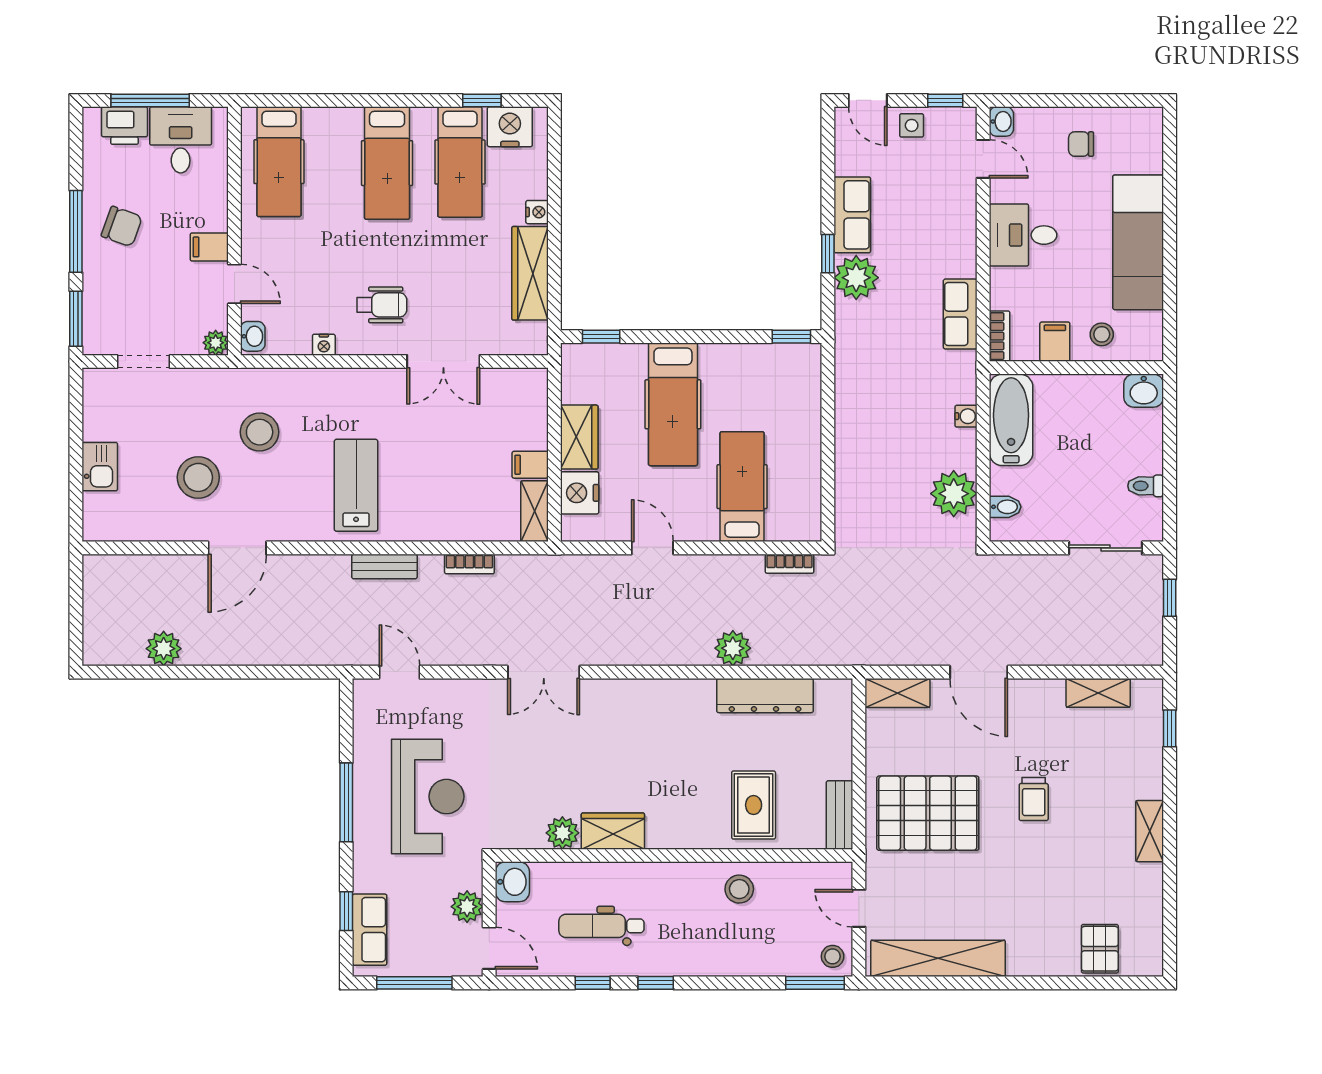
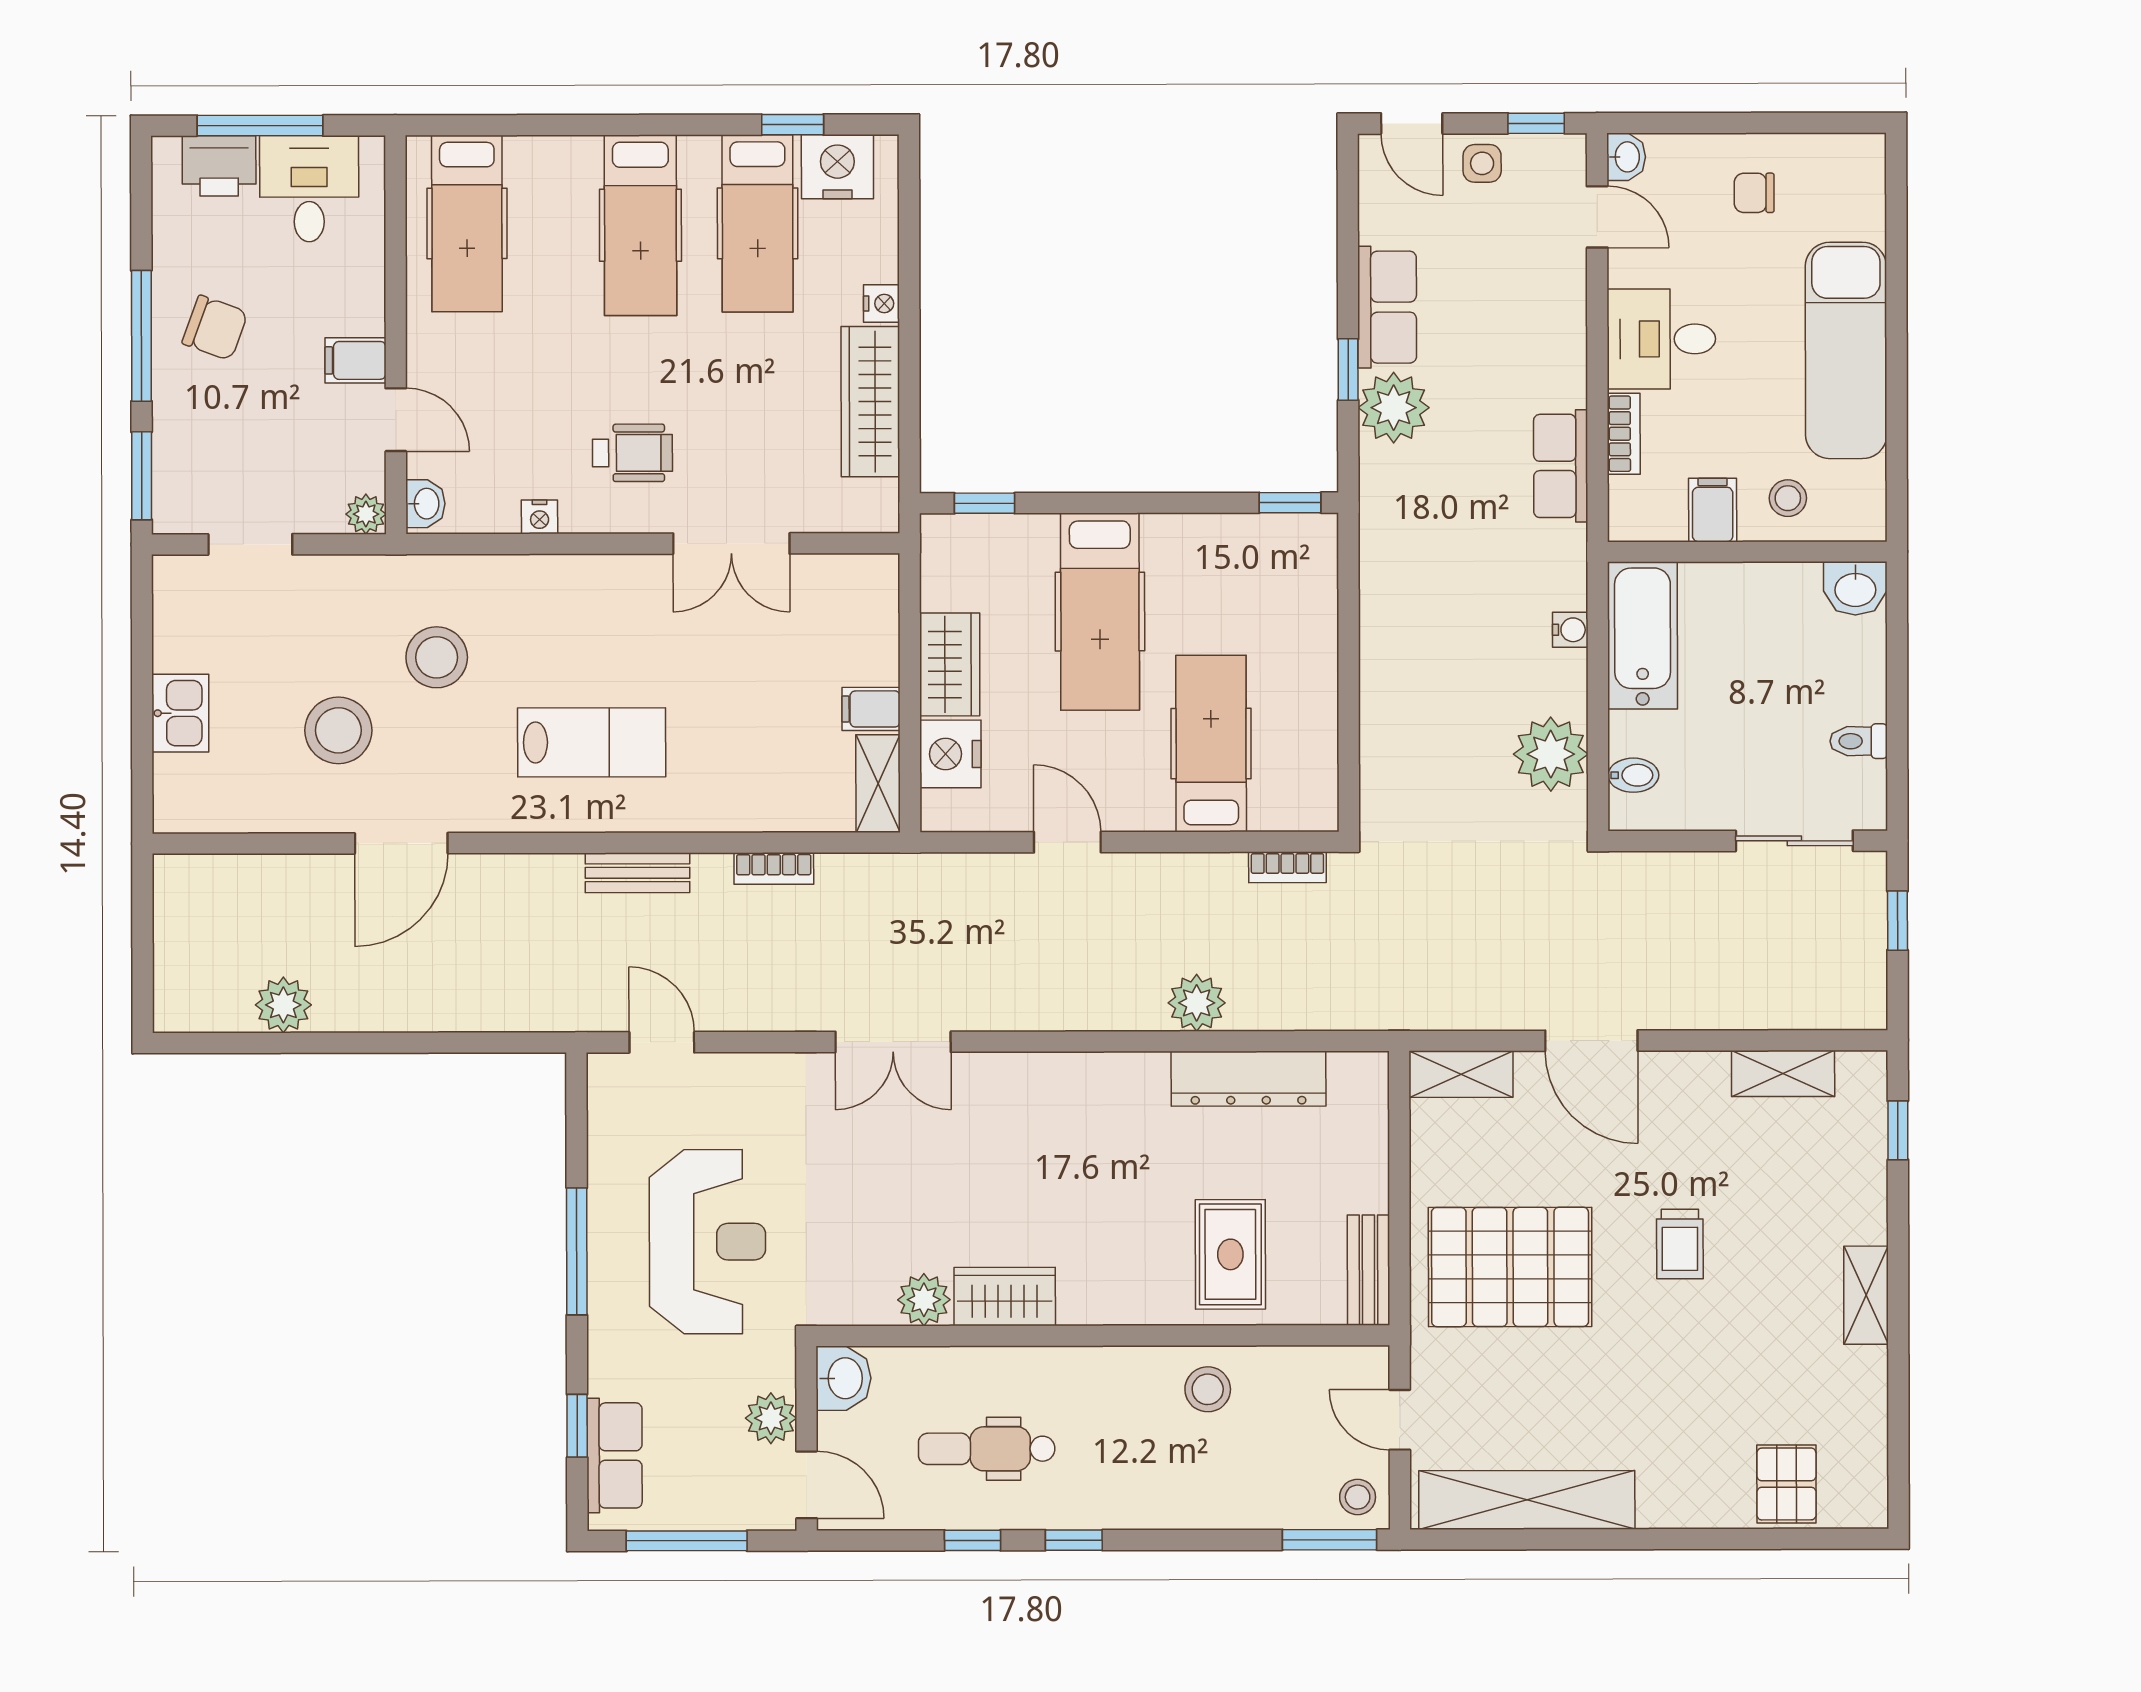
bookcase: (1000, 336) -> (1624, 434), moved
lab bench: (356, 485) -> (592, 742), turned 90

